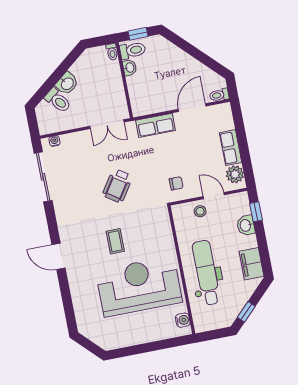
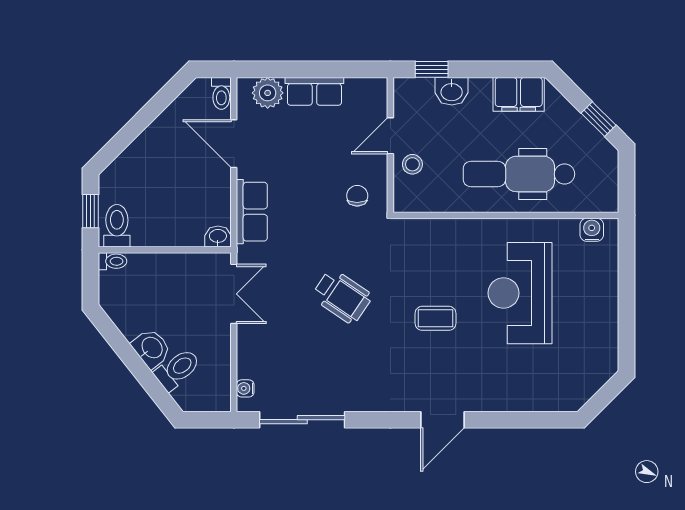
washbasin: (130, 68) -> (218, 237), moved
plant: (235, 174) -> (268, 93), moved
reception desk: (139, 286) -> (520, 293), width x0.74, depth x0.77

